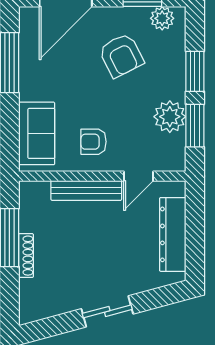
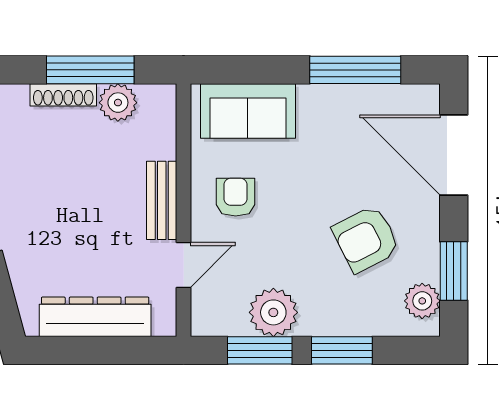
door: (138, 176) -> (184, 265), swing flipped
bench: (86, 190) -> (162, 200), width x0.73
plant: (31, 219) -> (118, 103), added

